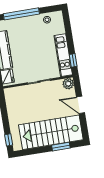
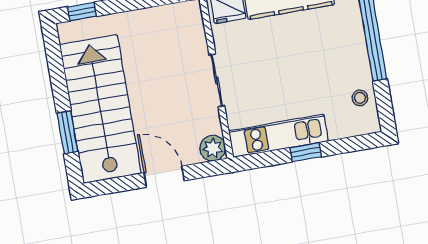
window: (73, 60) -> (306, 152), moved
door: (80, 105) -> (164, 177), hinge flipped

